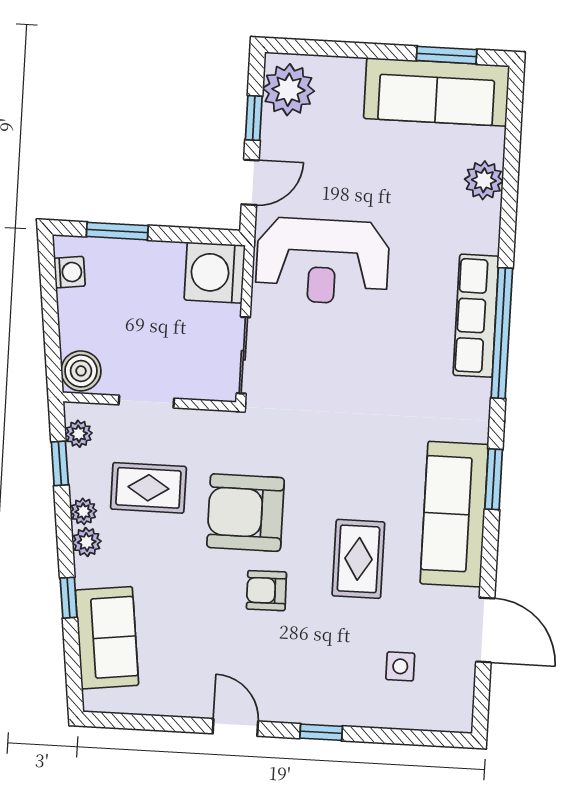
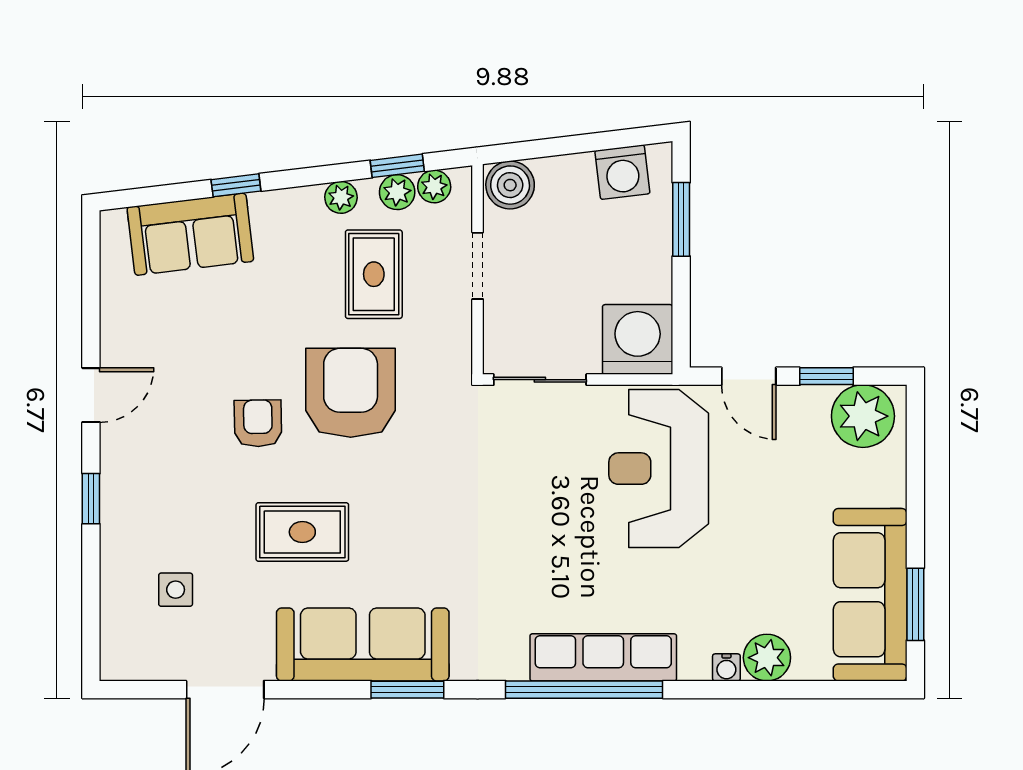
water cooler: (490, 214) -> (726, 667), added
washing machine: (70, 272) -> (622, 172), width x1.38, depth x1.38
plant: (87, 542) -> (397, 192), moved

